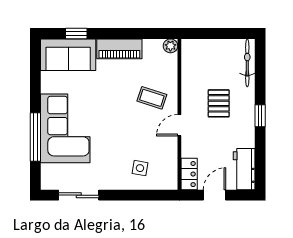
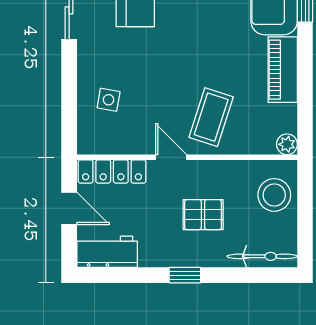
stool: (205, 55) -> (274, 195), added
coffee table: (152, 98) -> (211, 117), width x1.36, depth x1.30
locker: (189, 174) -> (112, 171), width x1.53

